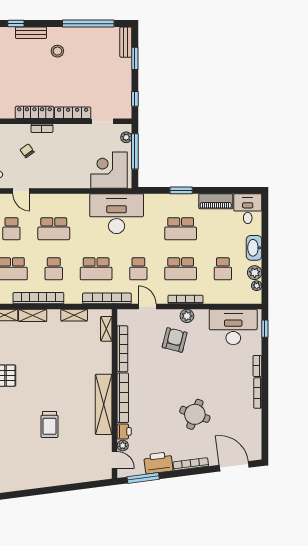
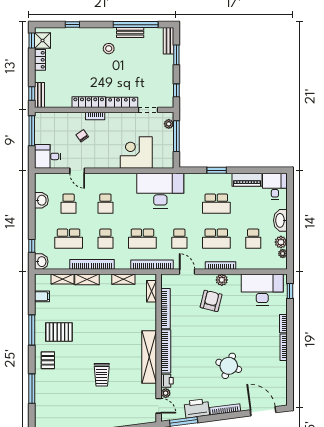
bench: (31, 33) -> (130, 33), moved
corner desk: (109, 170) -> (136, 153), moved
school desk: (54, 229) -> (105, 204), width x0.54

